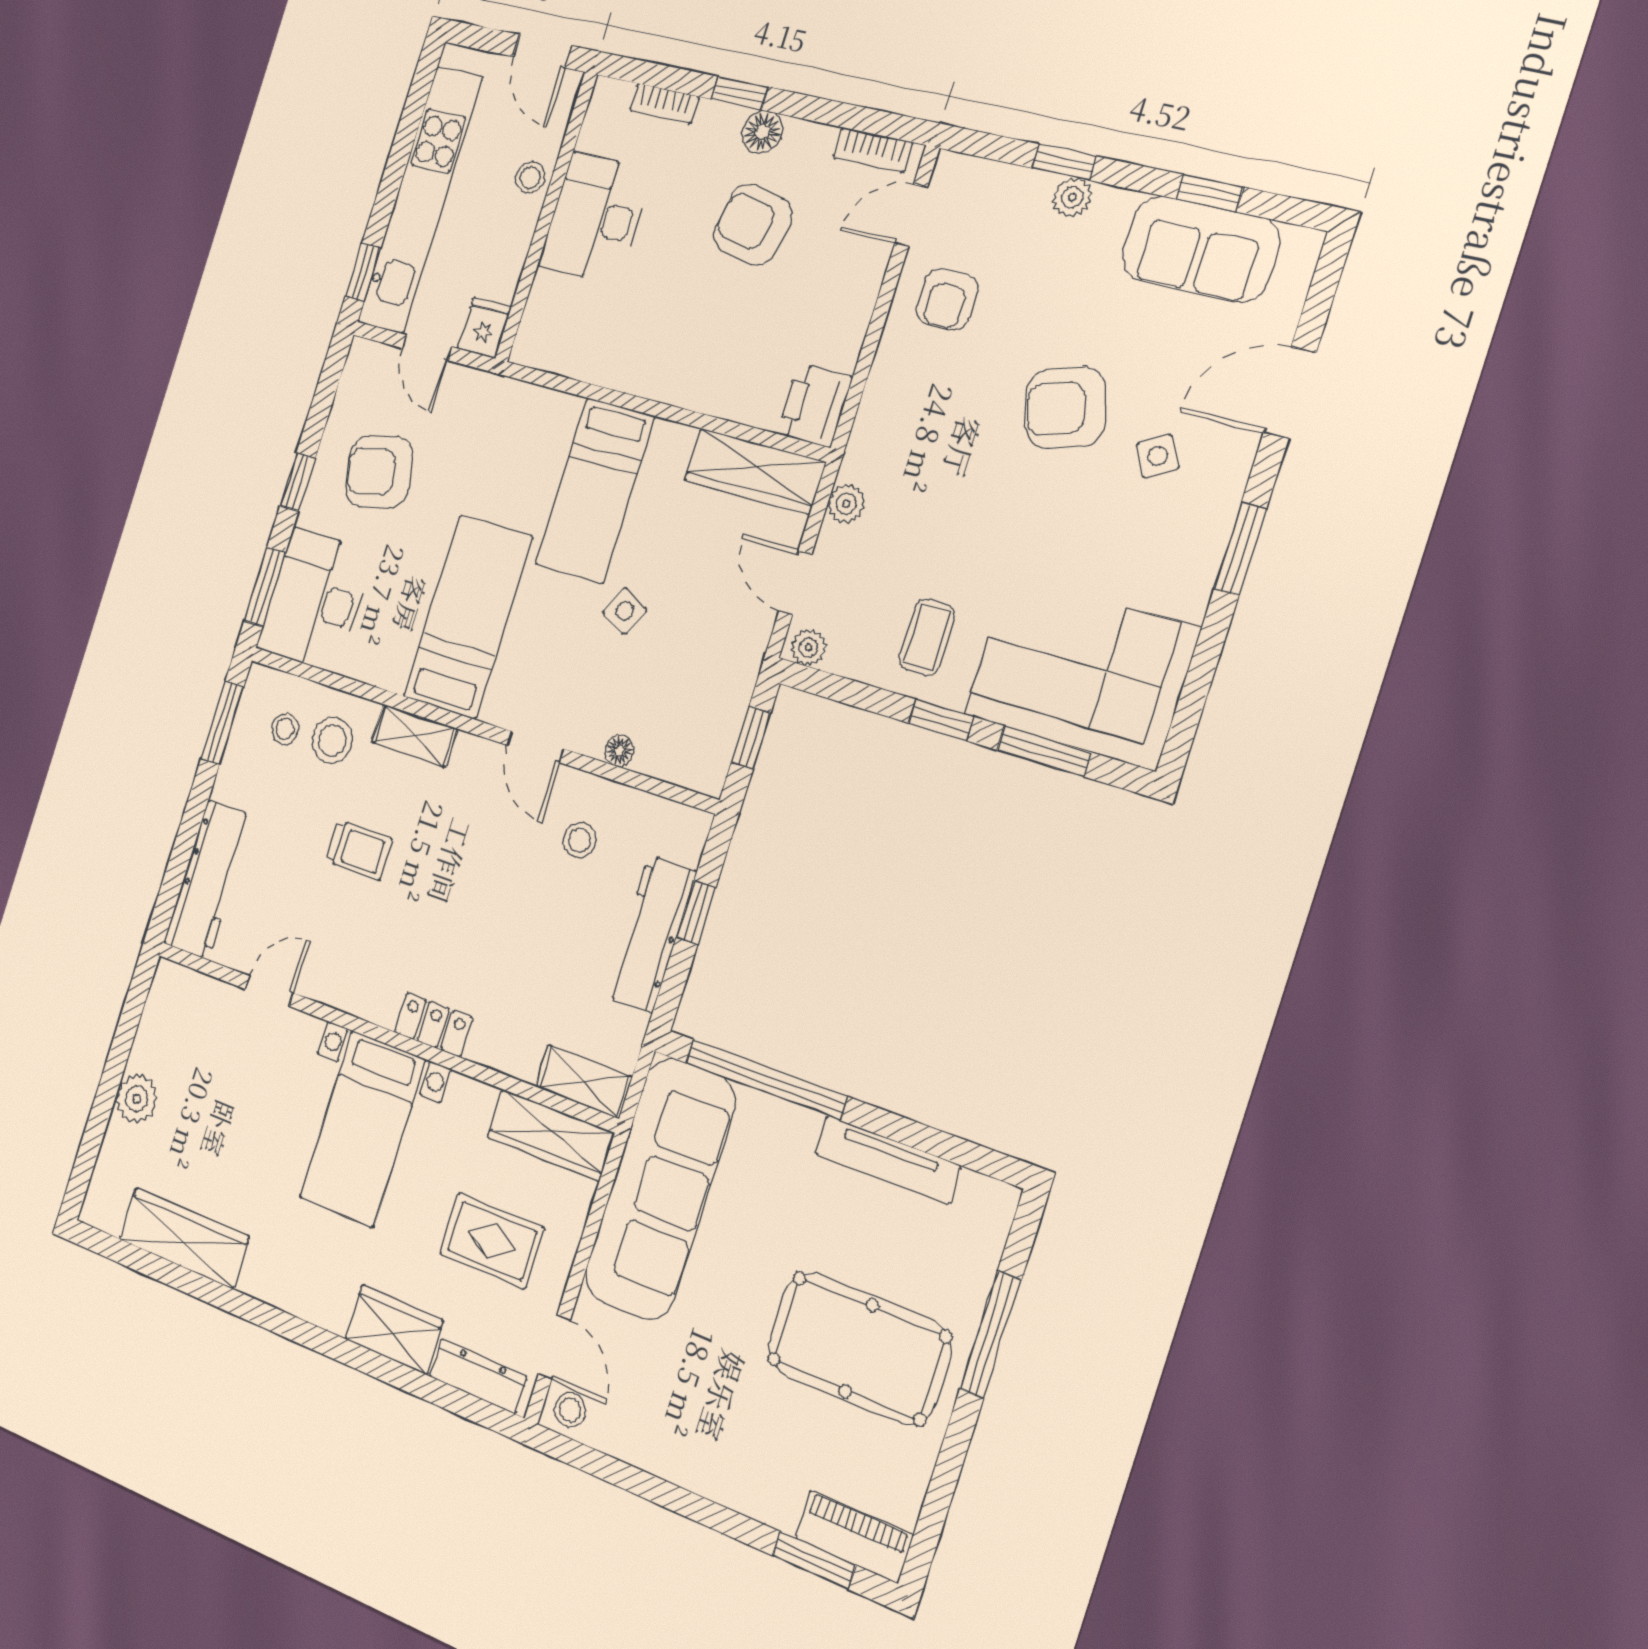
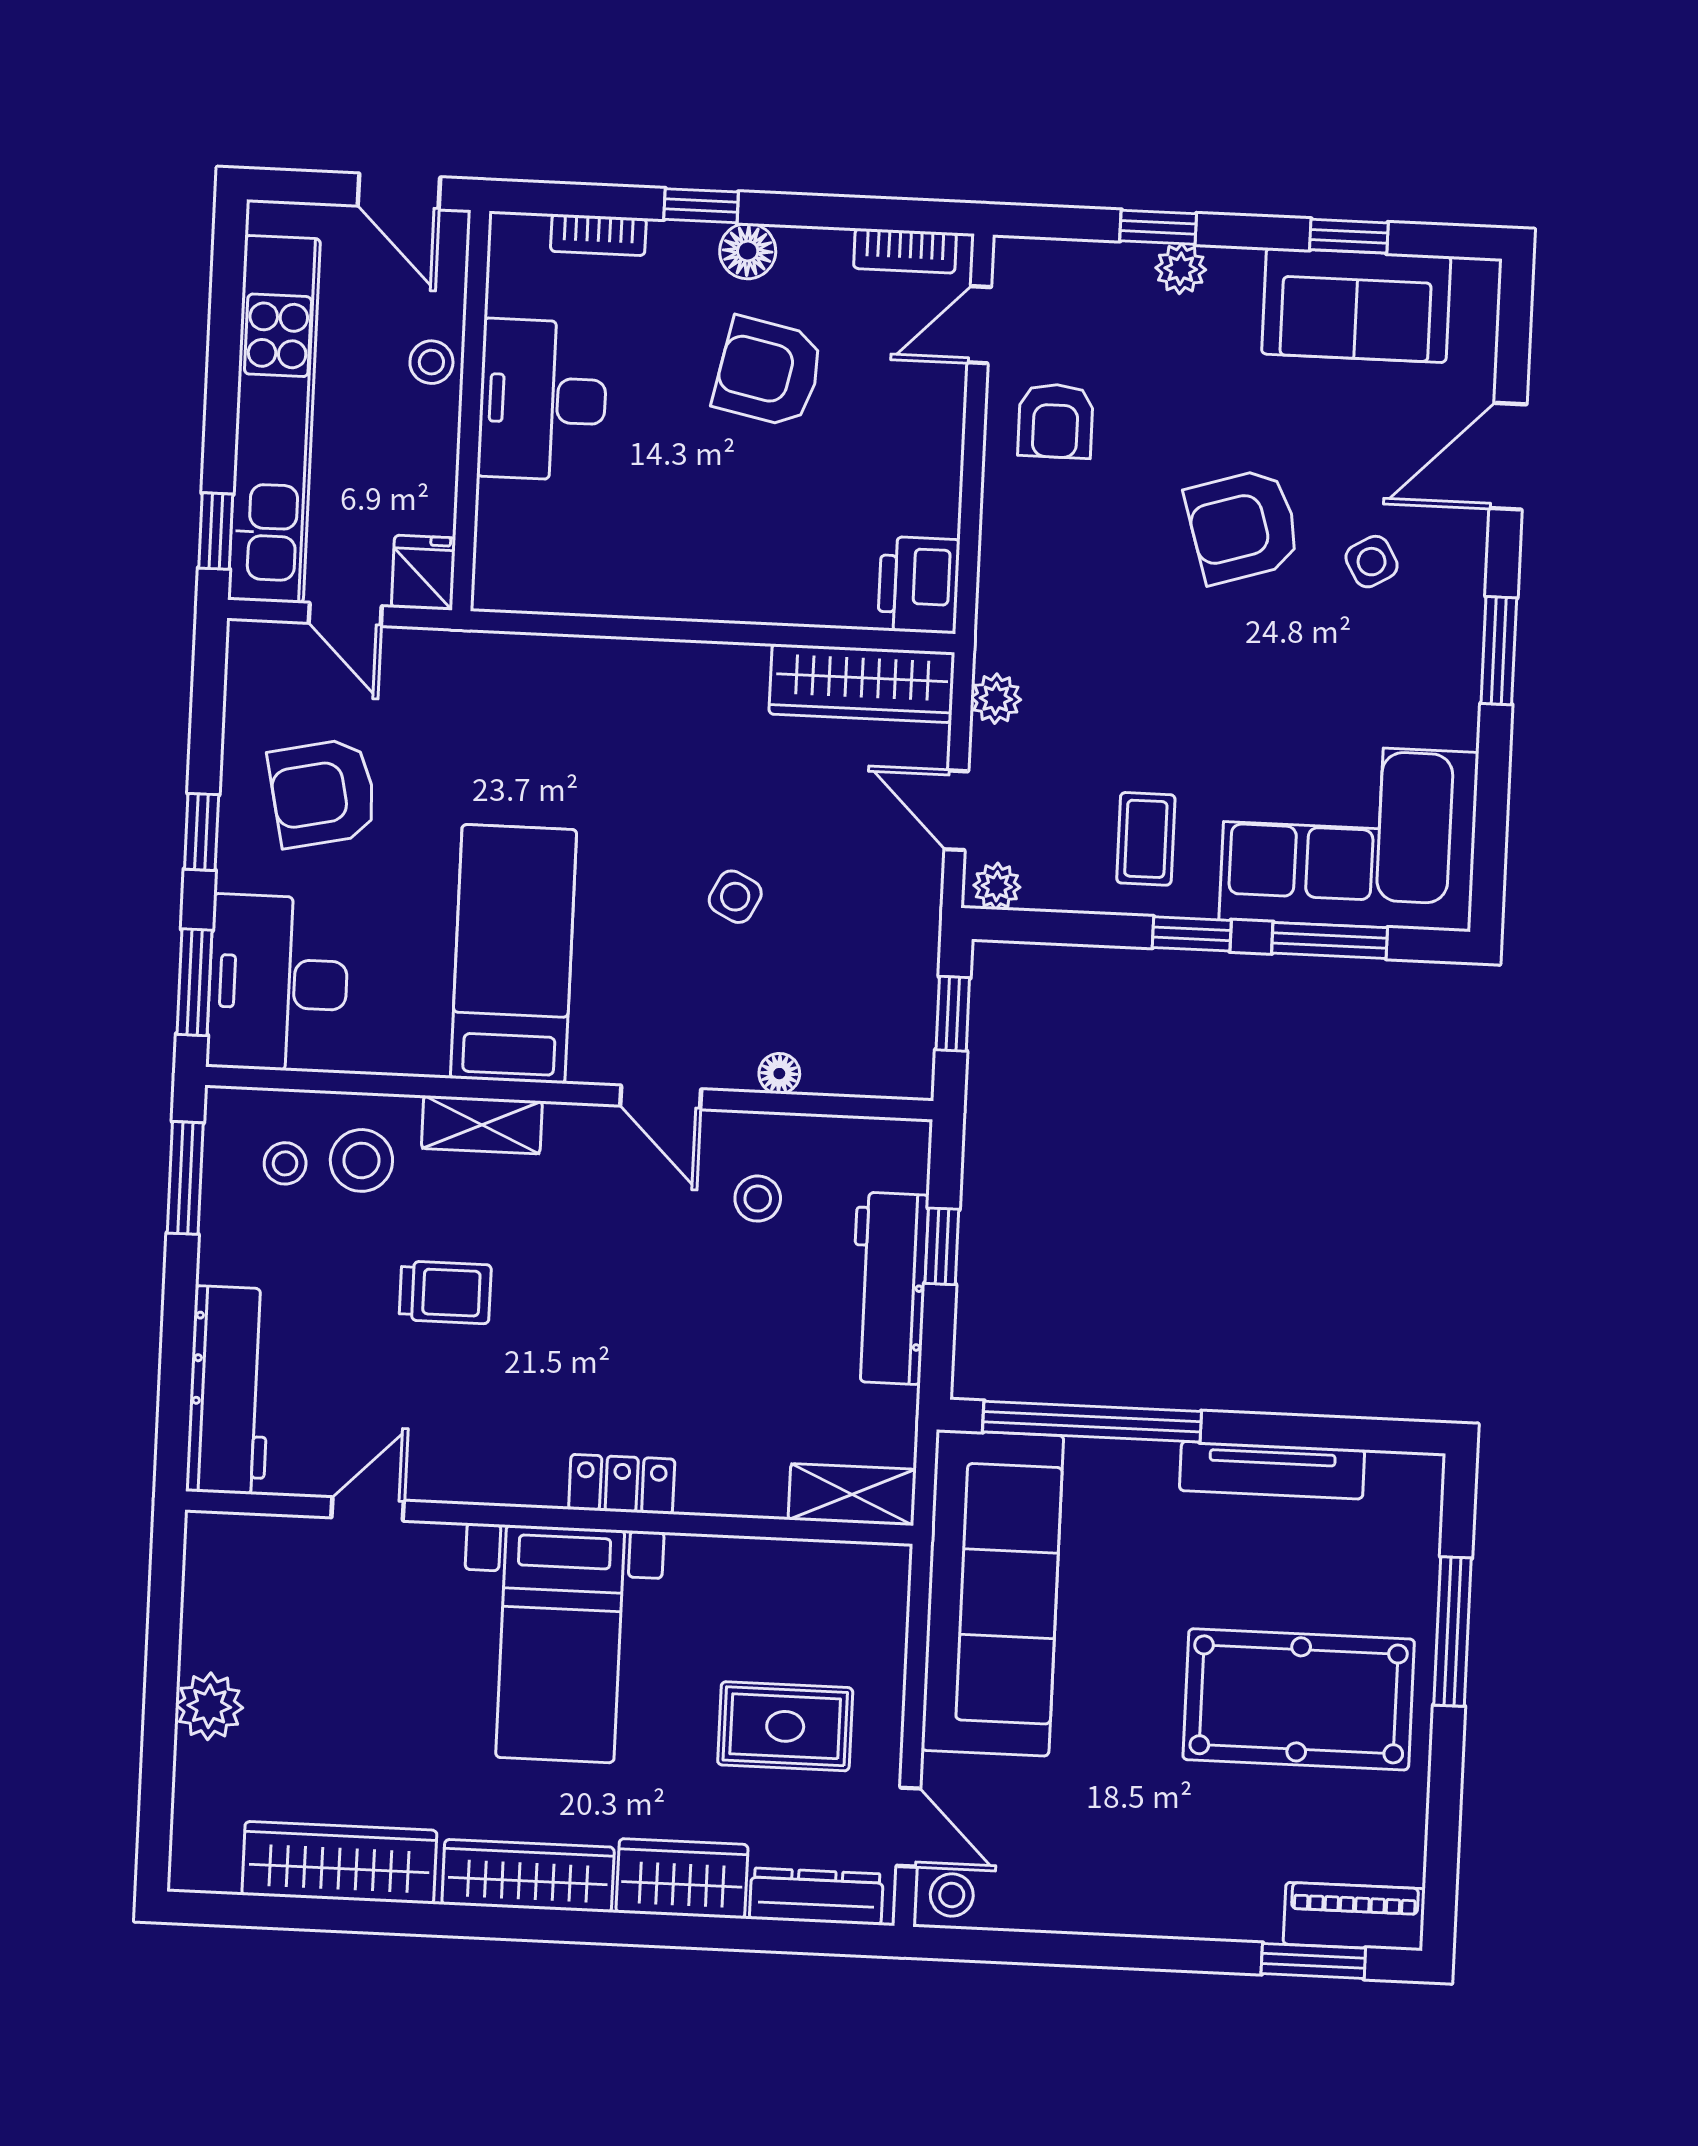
bed: (595, 491) -> (648, 753), removed
wardrobe: (551, 1135) -> (528, 1876), moved, turned 180

